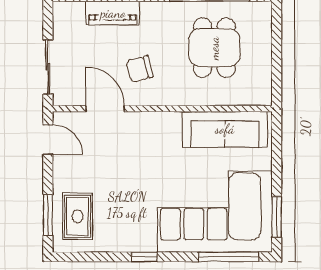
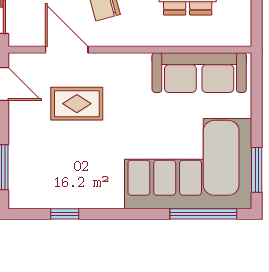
rug: (78, 216) -> (77, 104), moved, turned 90
window: (144, 257) -> (65, 214), moved

